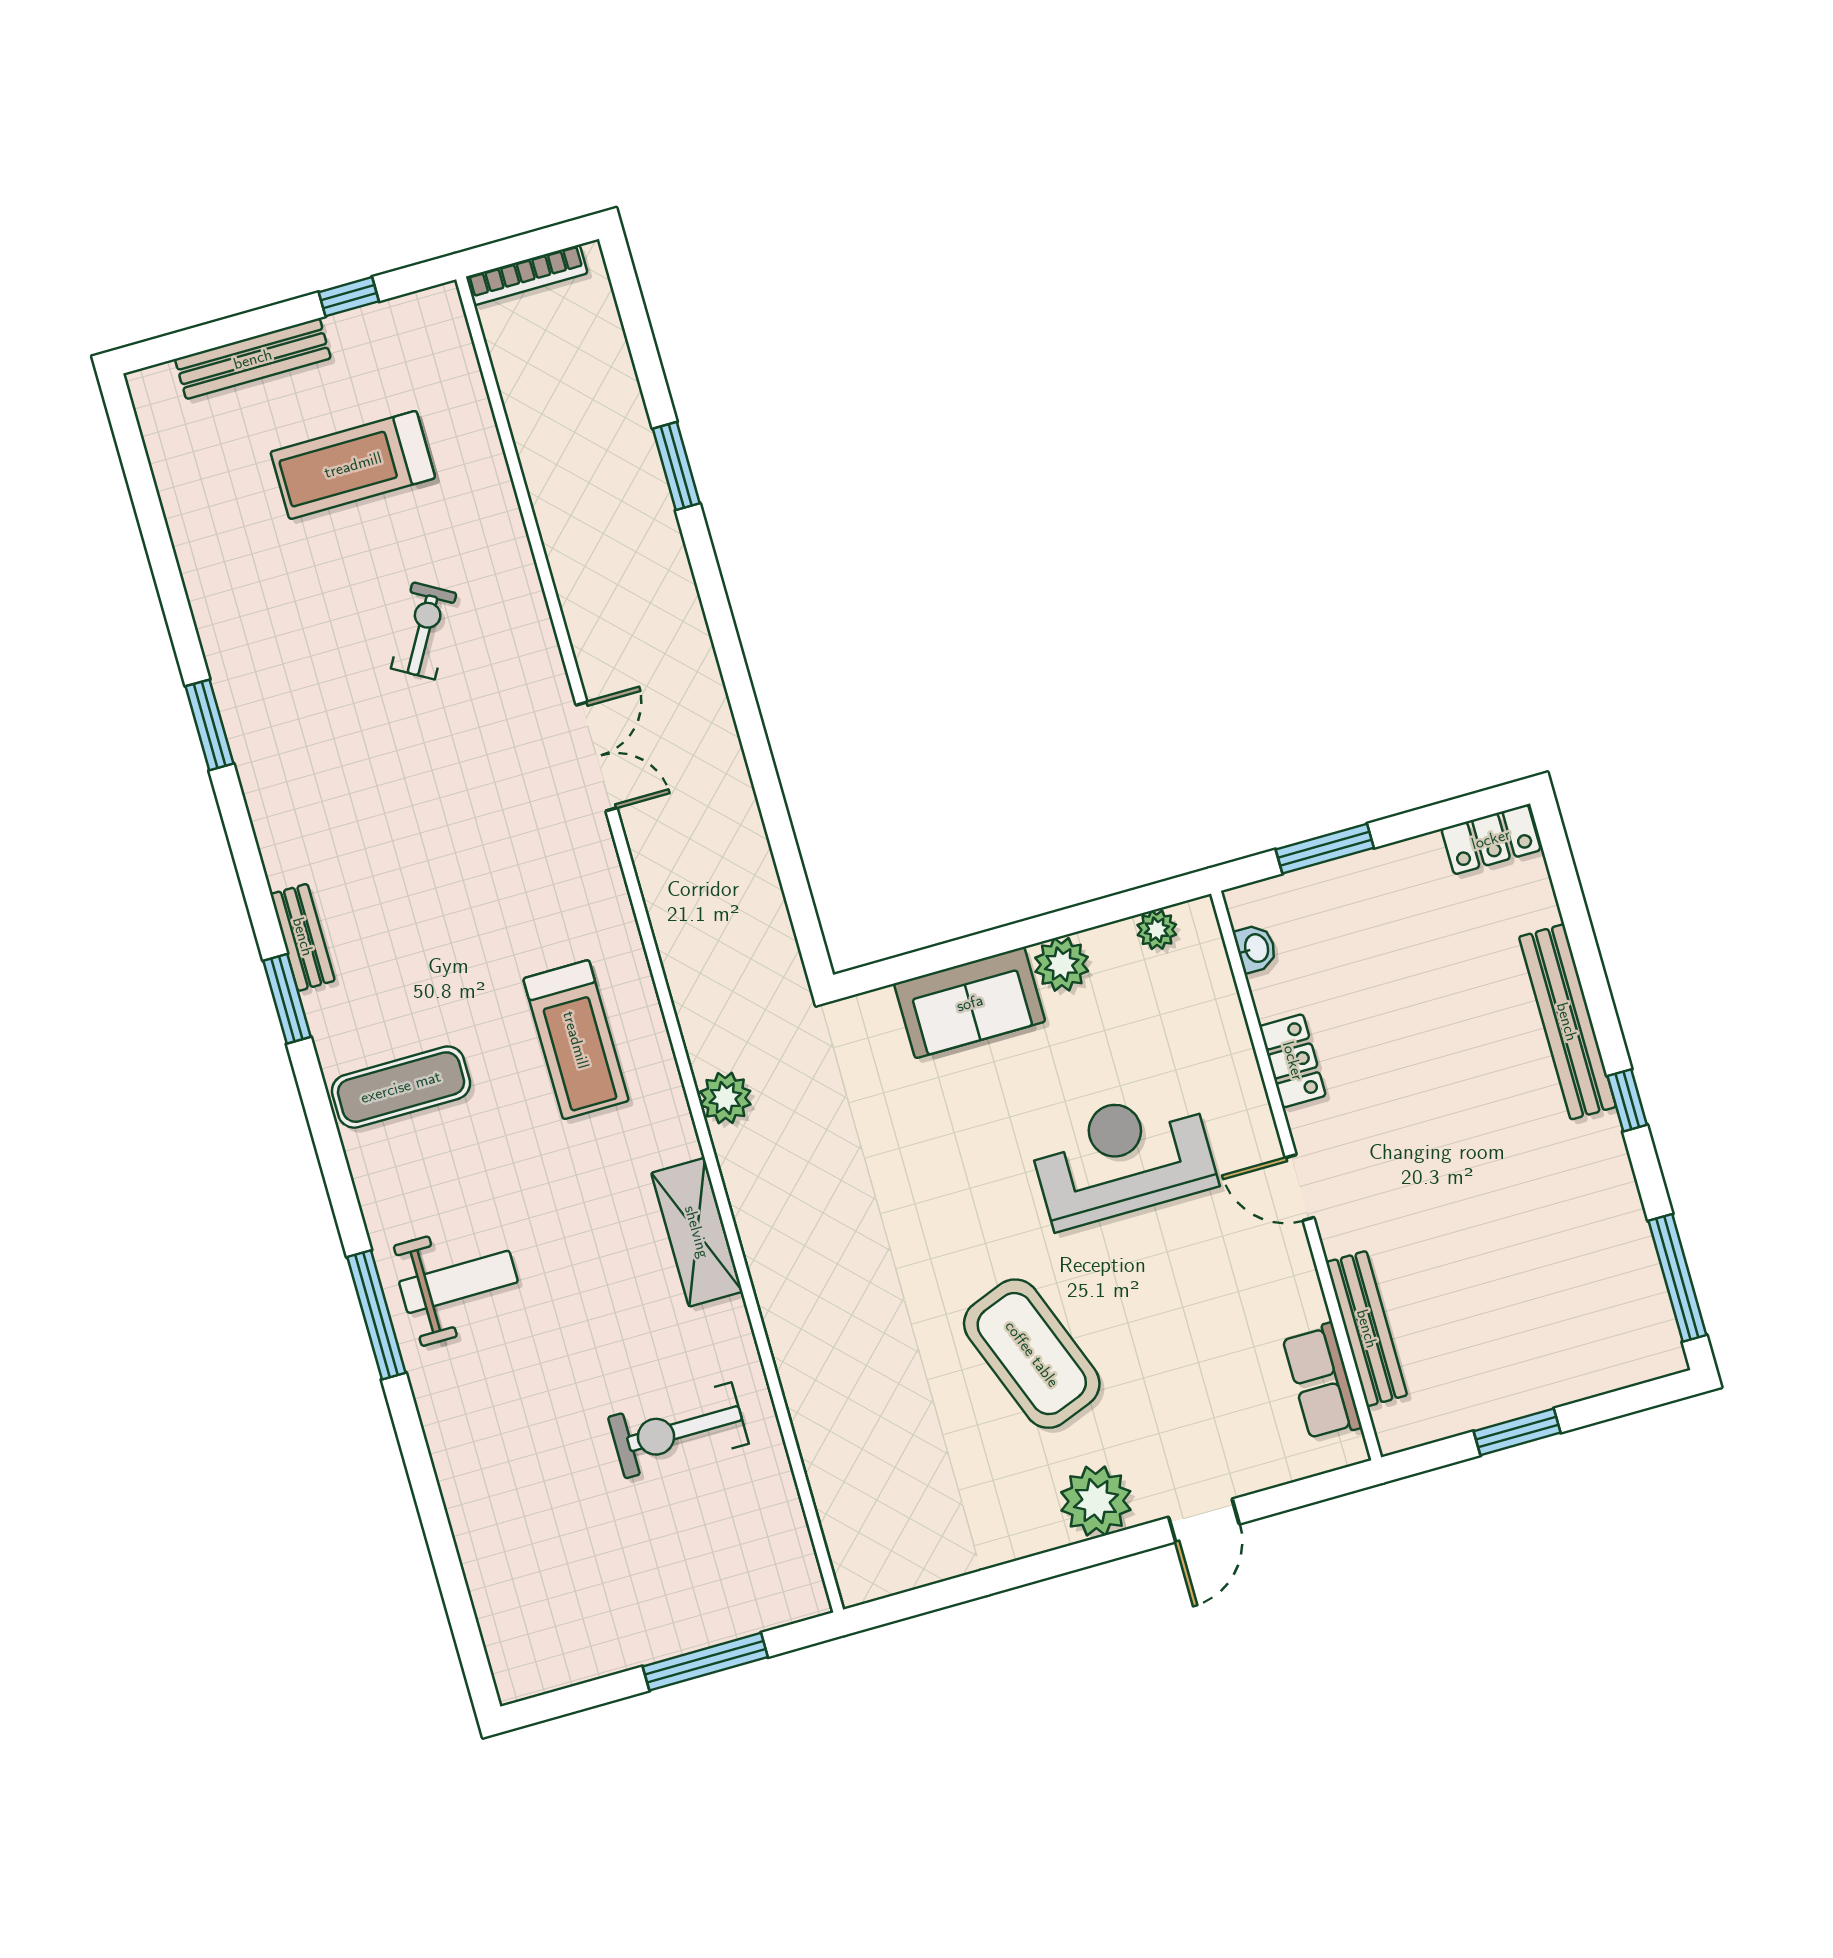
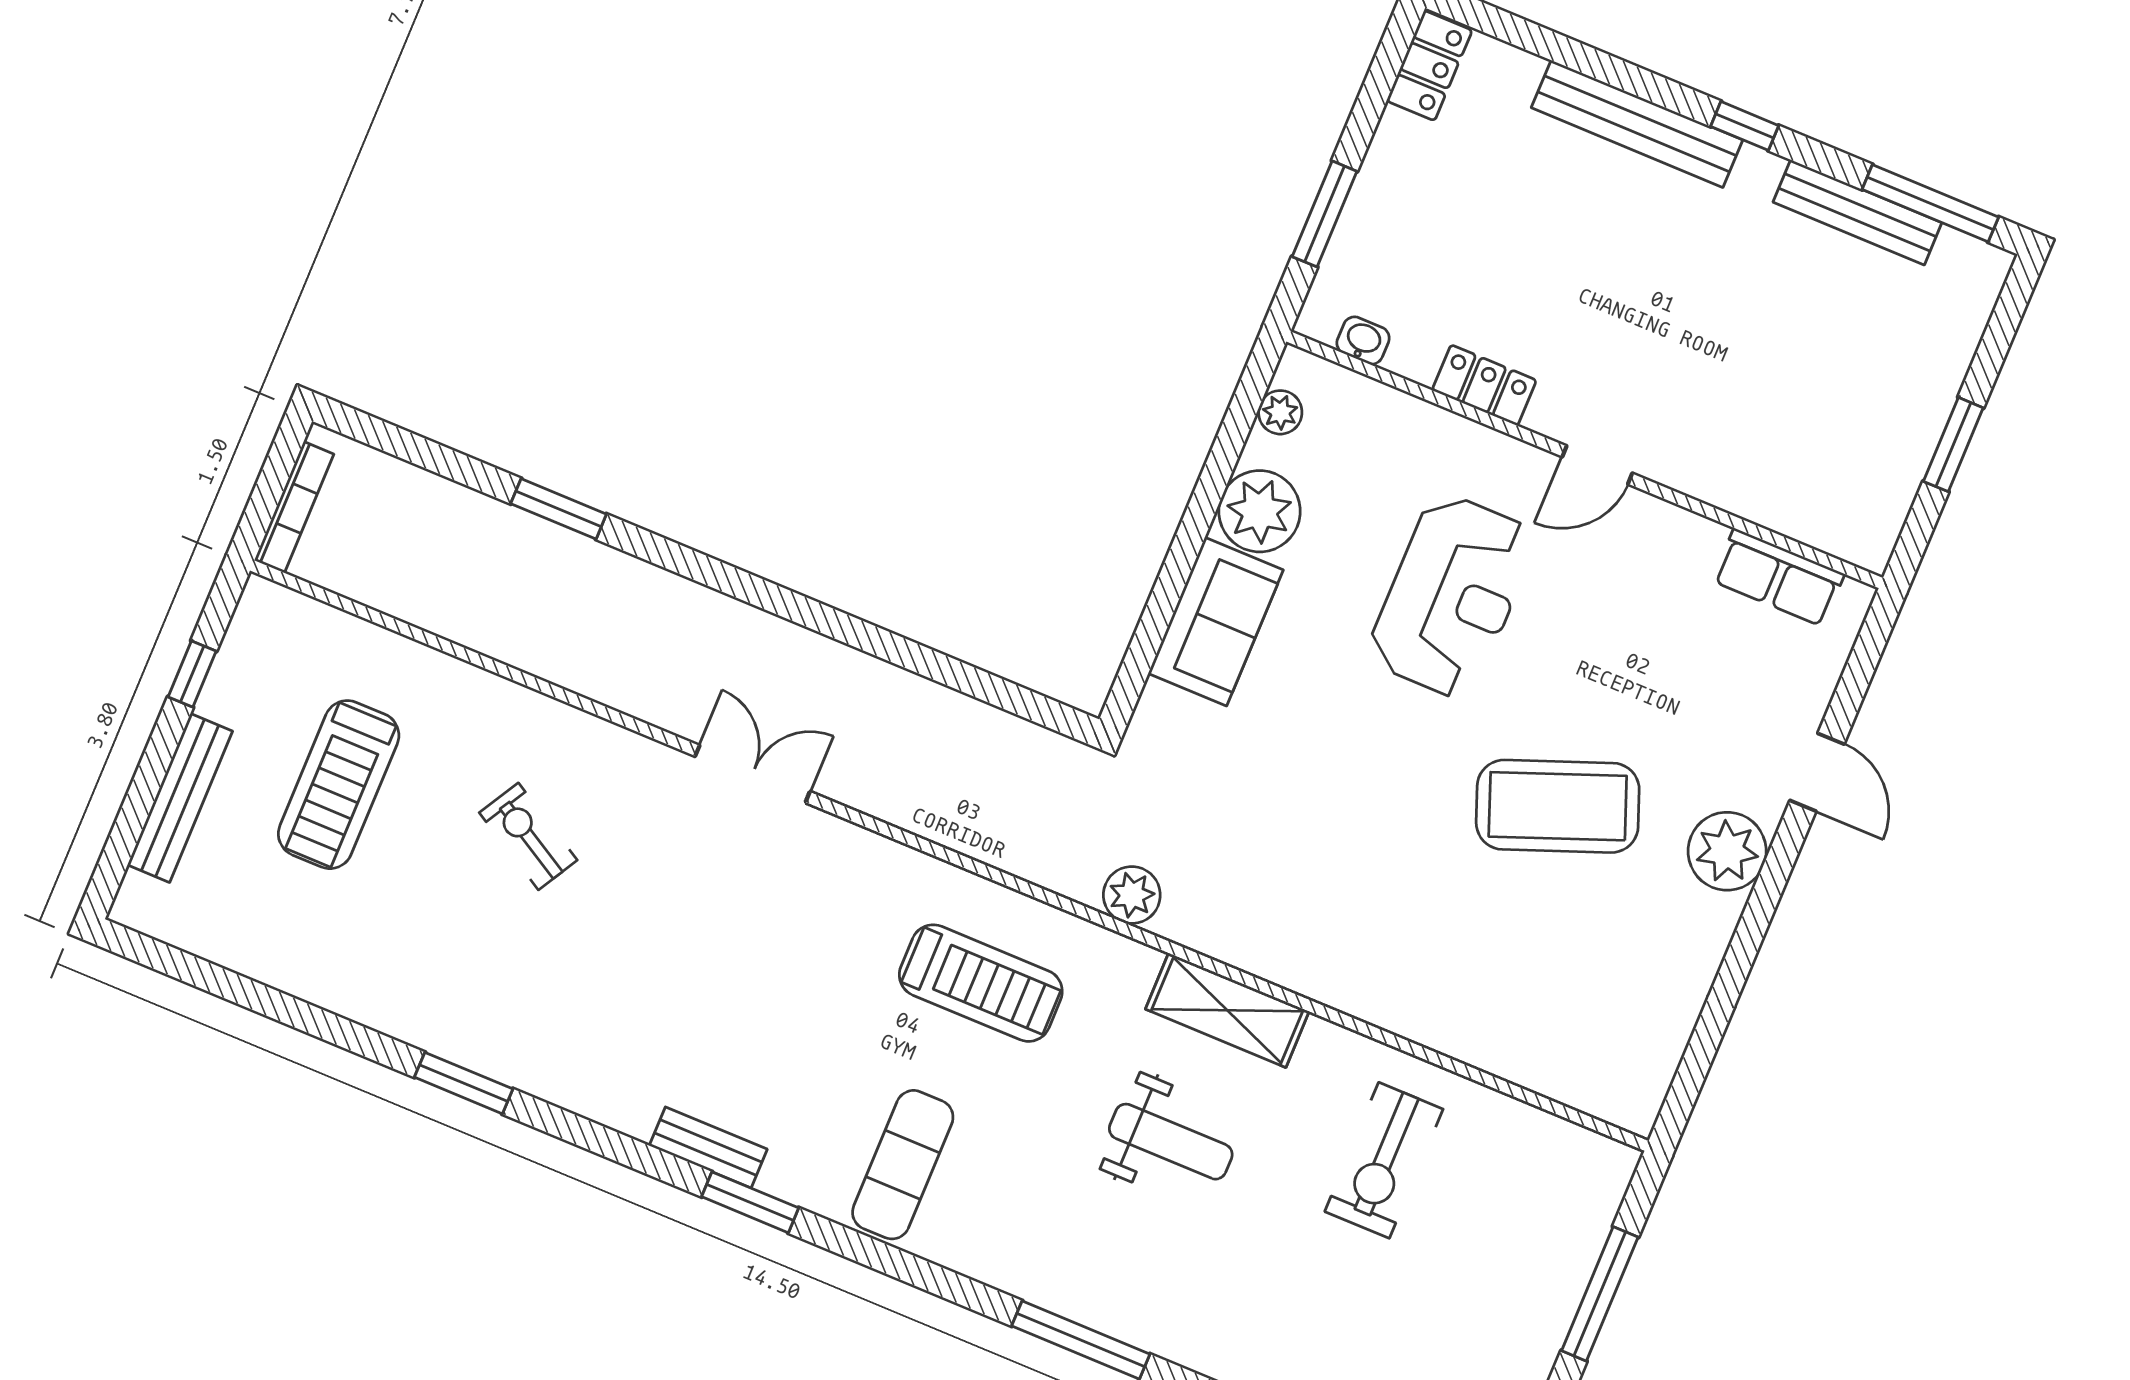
plant: (1062, 964) -> (1260, 511), width x1.36, depth x1.36
reception desk: (1123, 1158) -> (1452, 596), turned 180
weight bench: (458, 1282) -> (1171, 1142), moved, turned 90
bench: (1367, 1329) -> (1857, 212), moved

